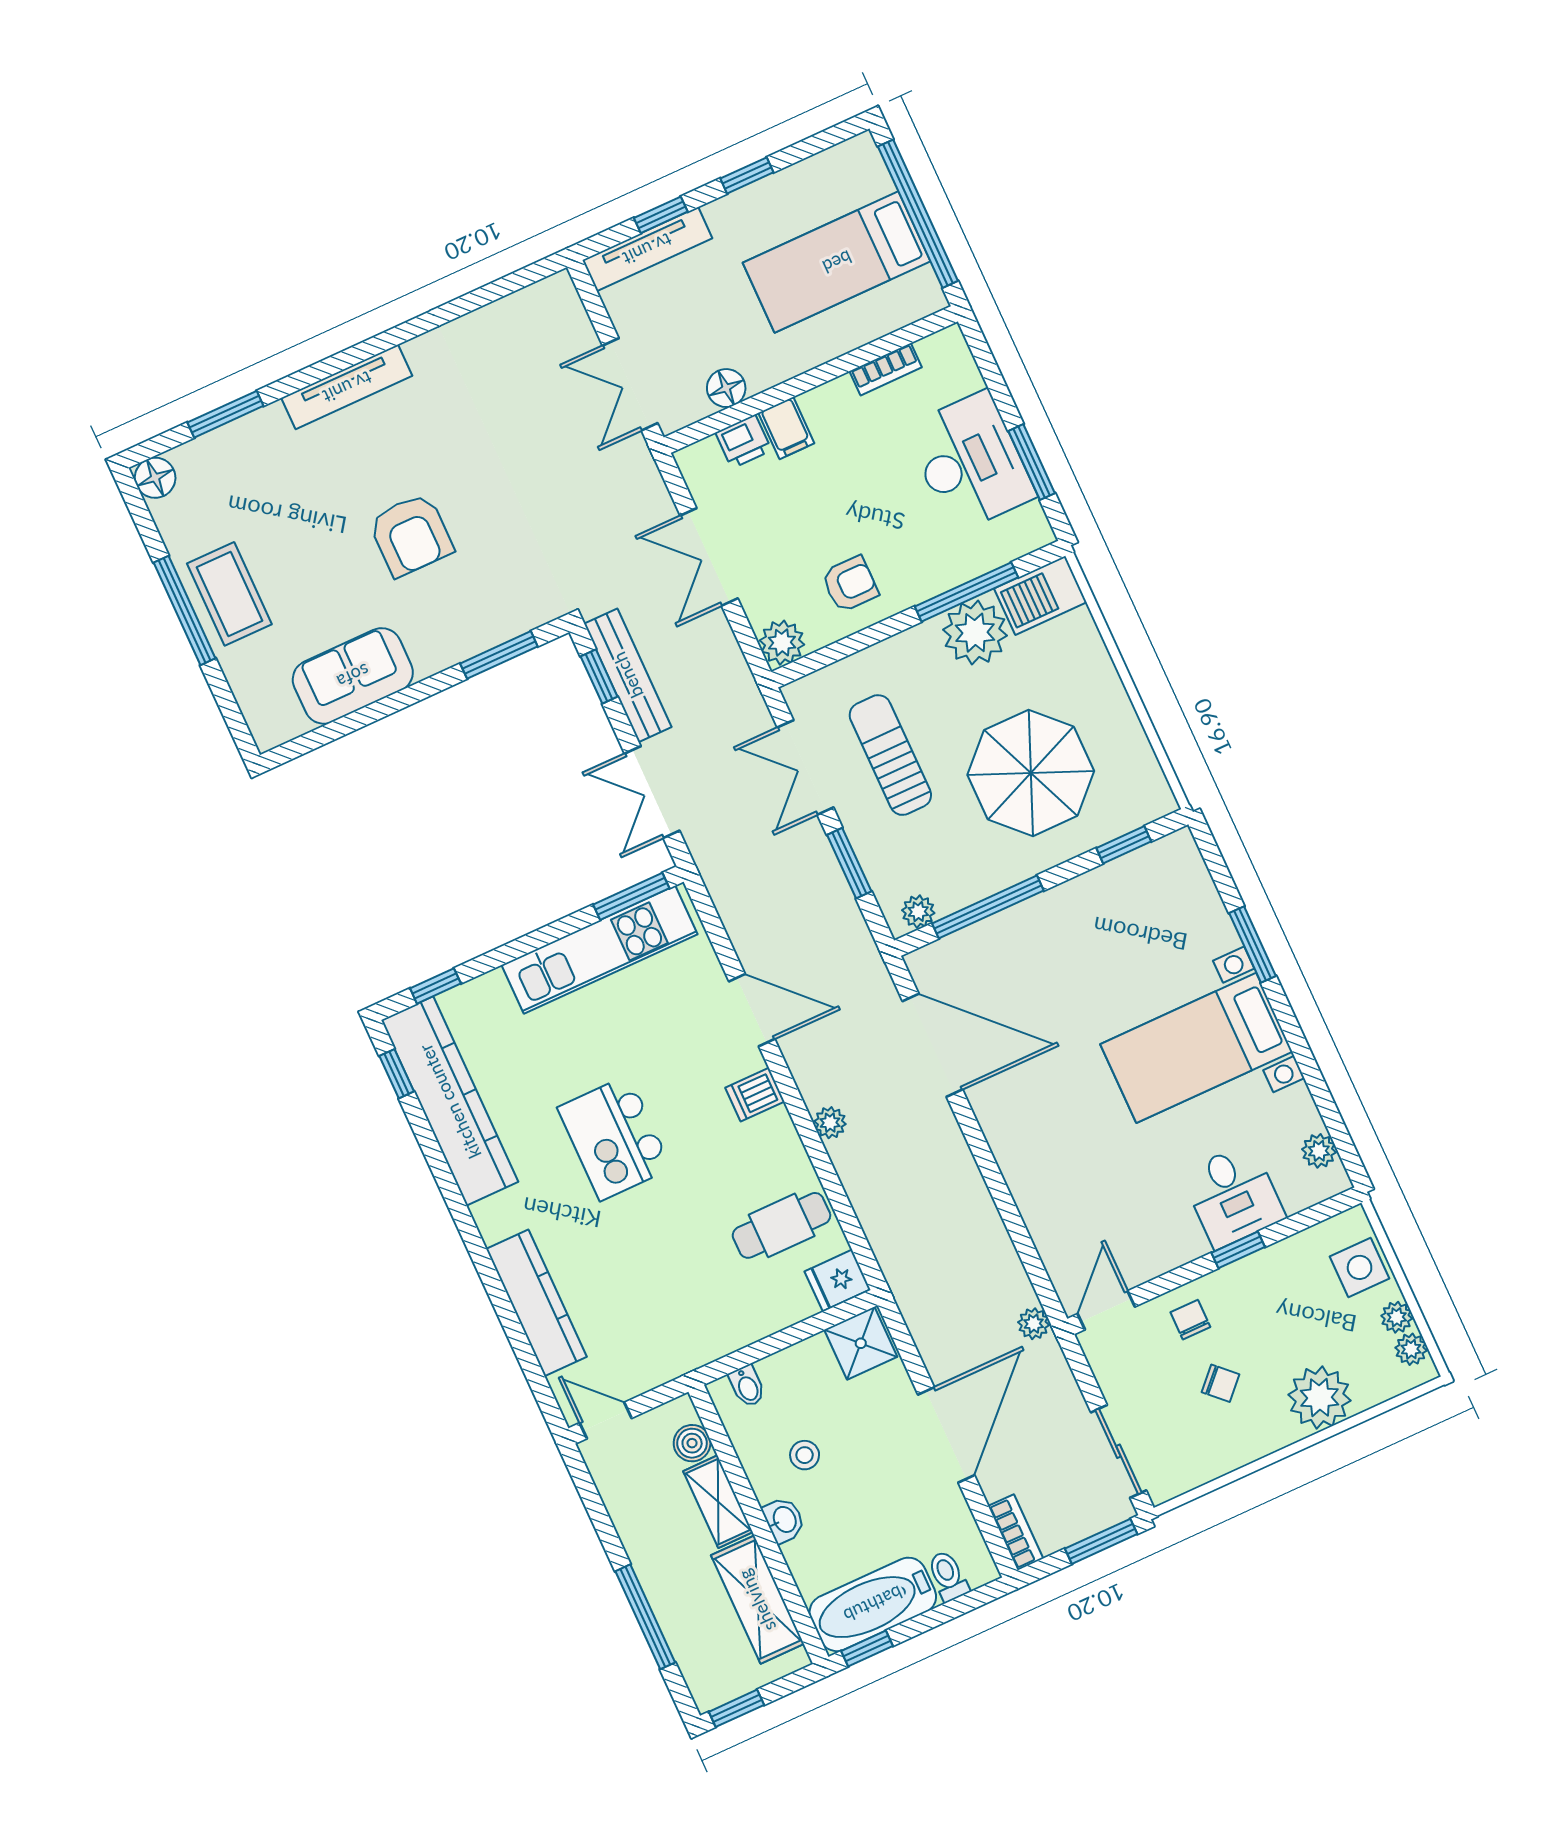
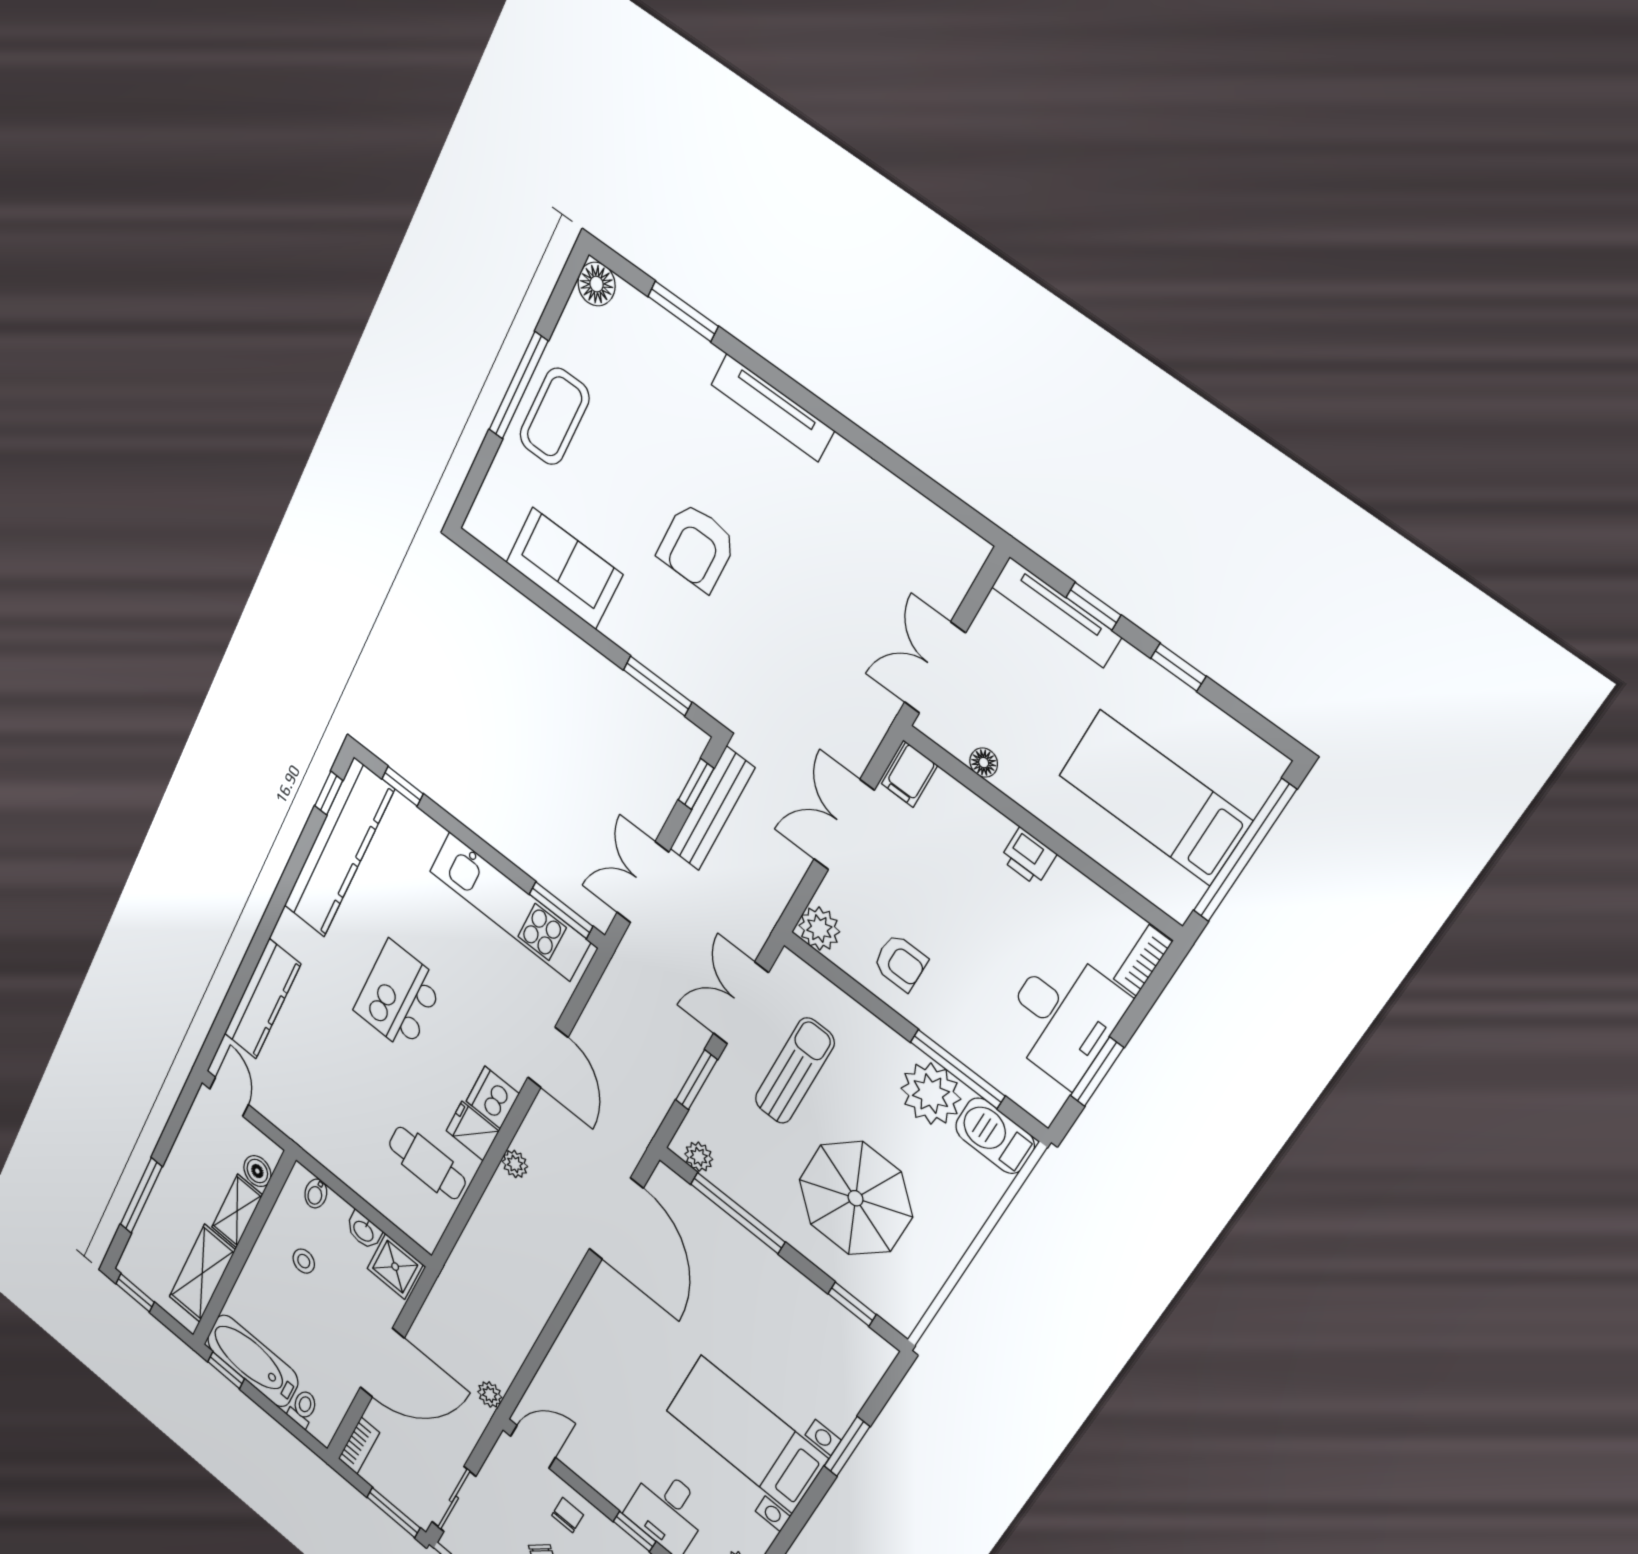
bookcase: (886, 369) -> (1143, 961), moved, turned 90
floor lamp: (726, 388) -> (984, 763), width x0.73, depth x0.73
filing cabinet: (786, 428) -> (909, 775), moved
printer: (744, 441) -> (1028, 857), moved
dishwasher: (755, 1095) -> (493, 1097), width x1.38
fridge: (837, 1280) -> (472, 1131), moved
washbasin: (784, 1520) -> (364, 1231), moved, turned 90

